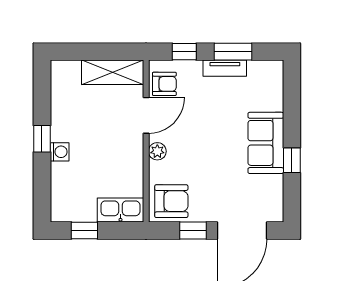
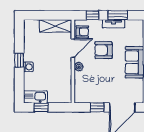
armchair: (171, 201) -> (104, 50), moved, turned 180
kitchen sink: (120, 210) -> (35, 97), moved

